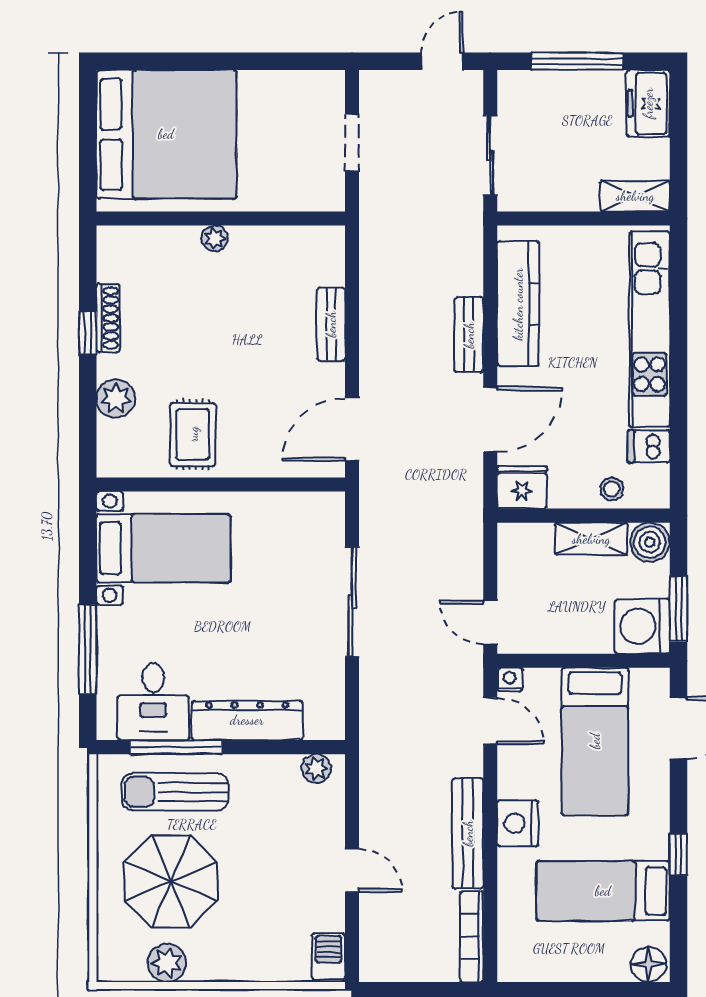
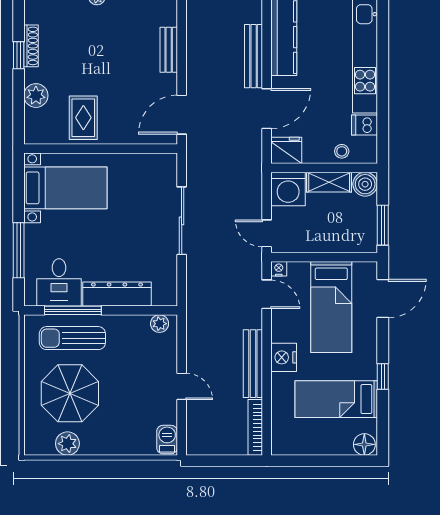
bench: (469, 335) -> (254, 56), width x1.36
washing machine: (642, 626) -> (288, 189), moved, turned -90

